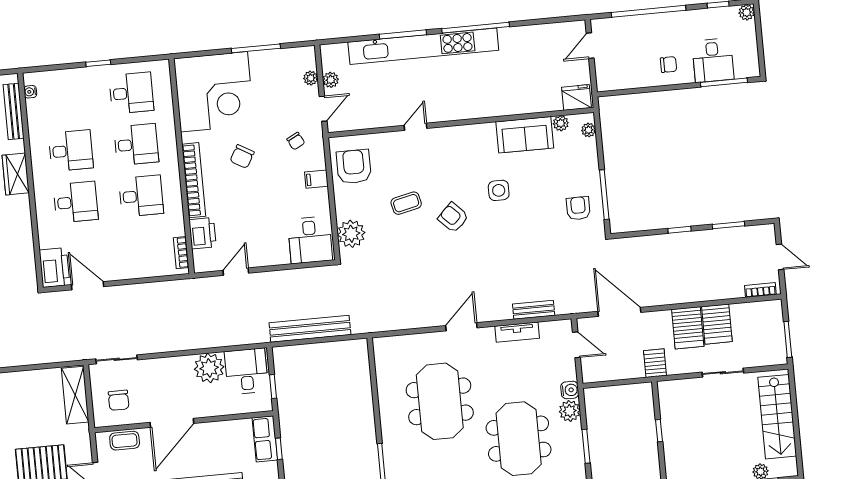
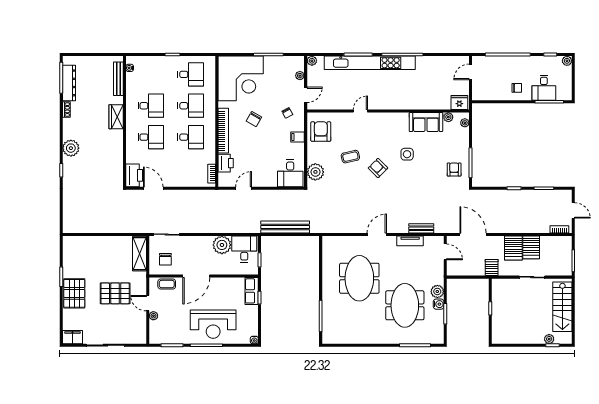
plant: (331, 80) -> (312, 61), moved
water cooler: (570, 390) -> (439, 304), moved

